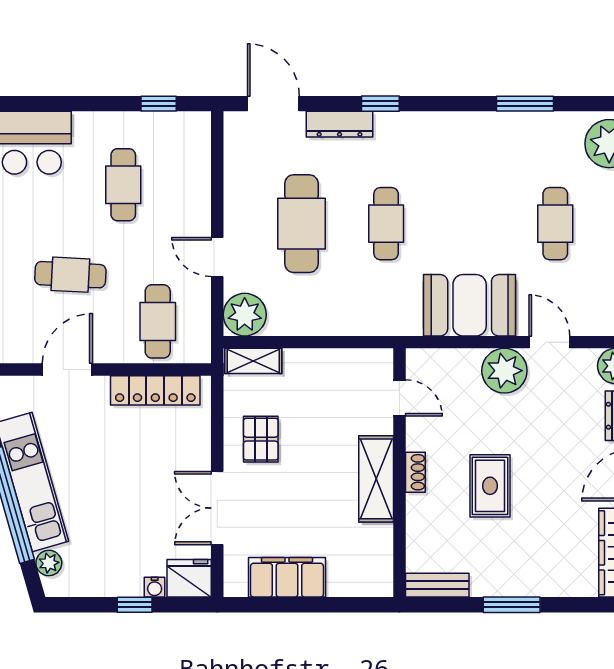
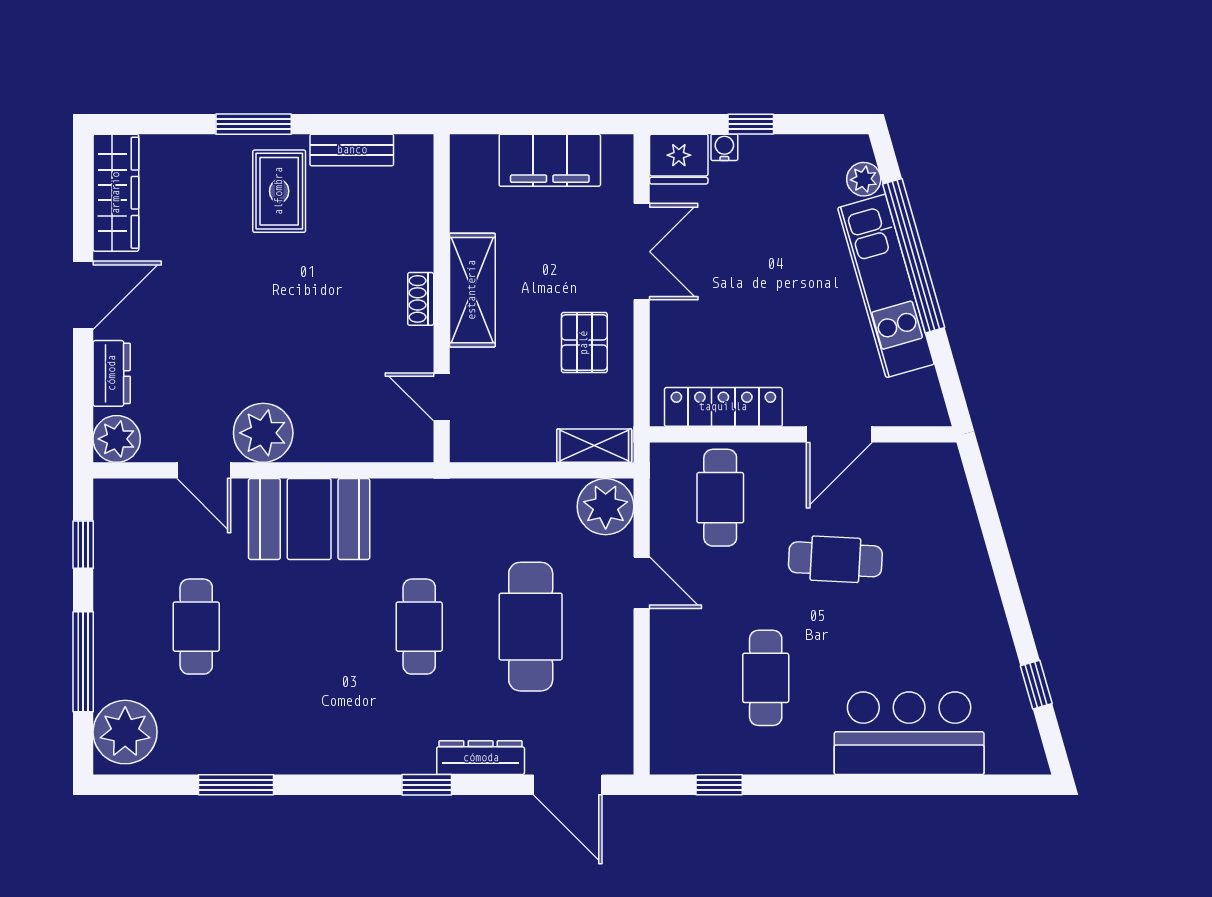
door: (399, 398) -> (442, 397), moved
shoe rack: (415, 472) -> (421, 299), moved
wall: (399, 473) -> (442, 298), moved
shelving: (376, 479) -> (472, 290), moved
rug: (490, 486) -> (279, 191), moved

